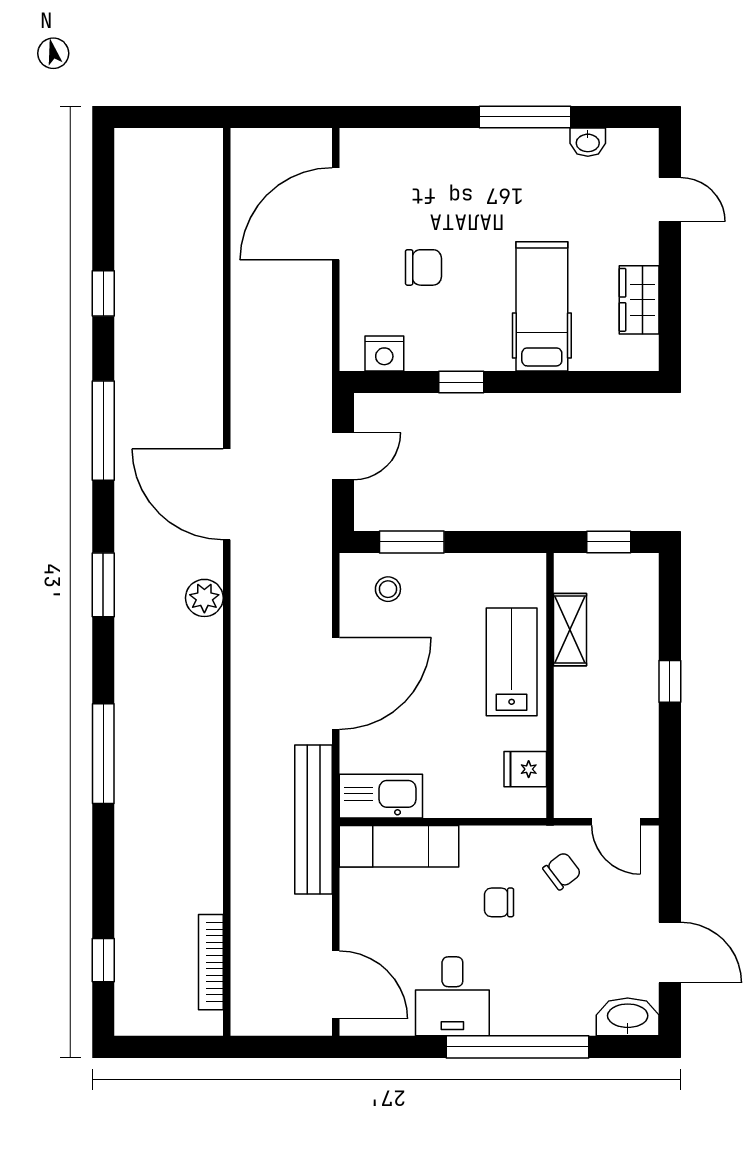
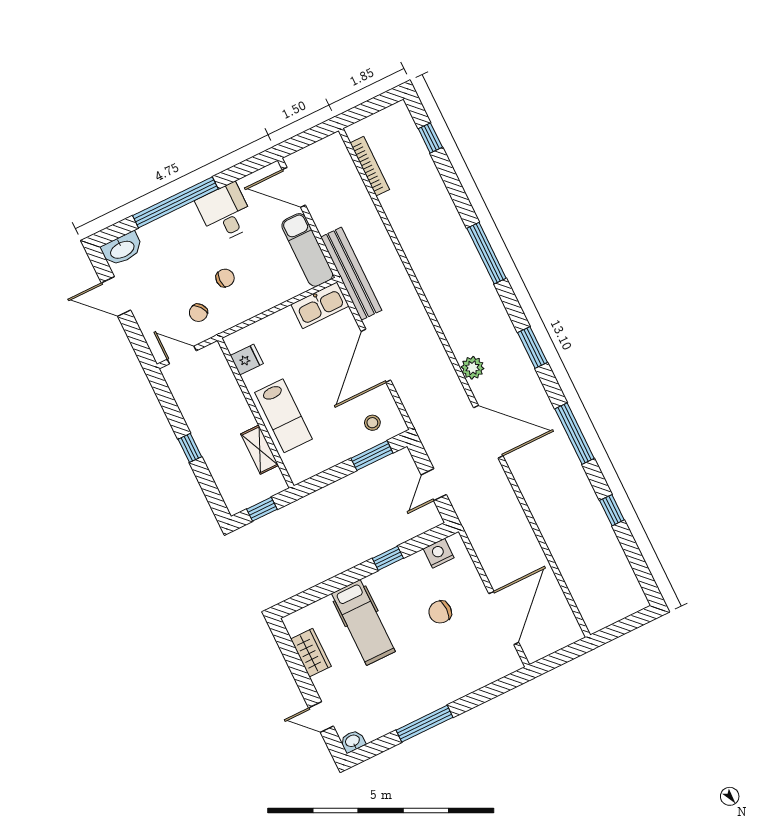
washbasin: (588, 142) -> (353, 741), moved
exam couch: (399, 846) -> (307, 250), moved, turned -90

